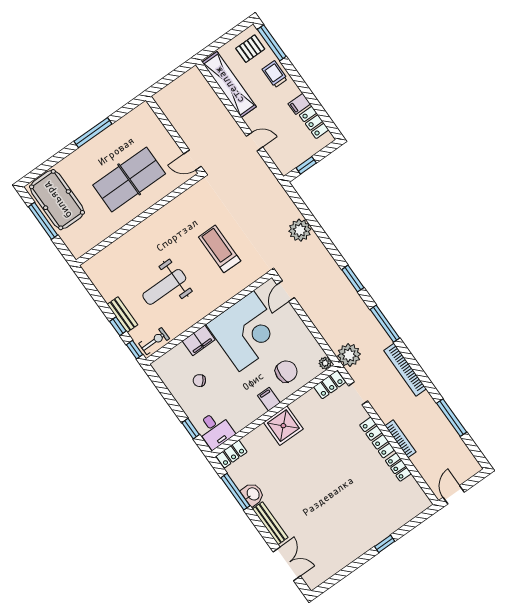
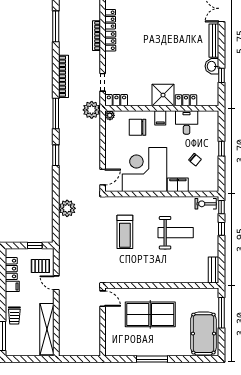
pallet: (250, 49) -> (40, 266), moved
window: (43, 221) -> (221, 313), moved
bench: (122, 315) -> (214, 270), moved
window: (191, 429) -> (221, 149), moved
desk: (215, 430) -> (187, 122), moved
locker: (377, 437) -> (110, 41), width x0.66
locker: (232, 454) -> (186, 100), moved
window: (235, 492) -> (221, 75), width x0.46

